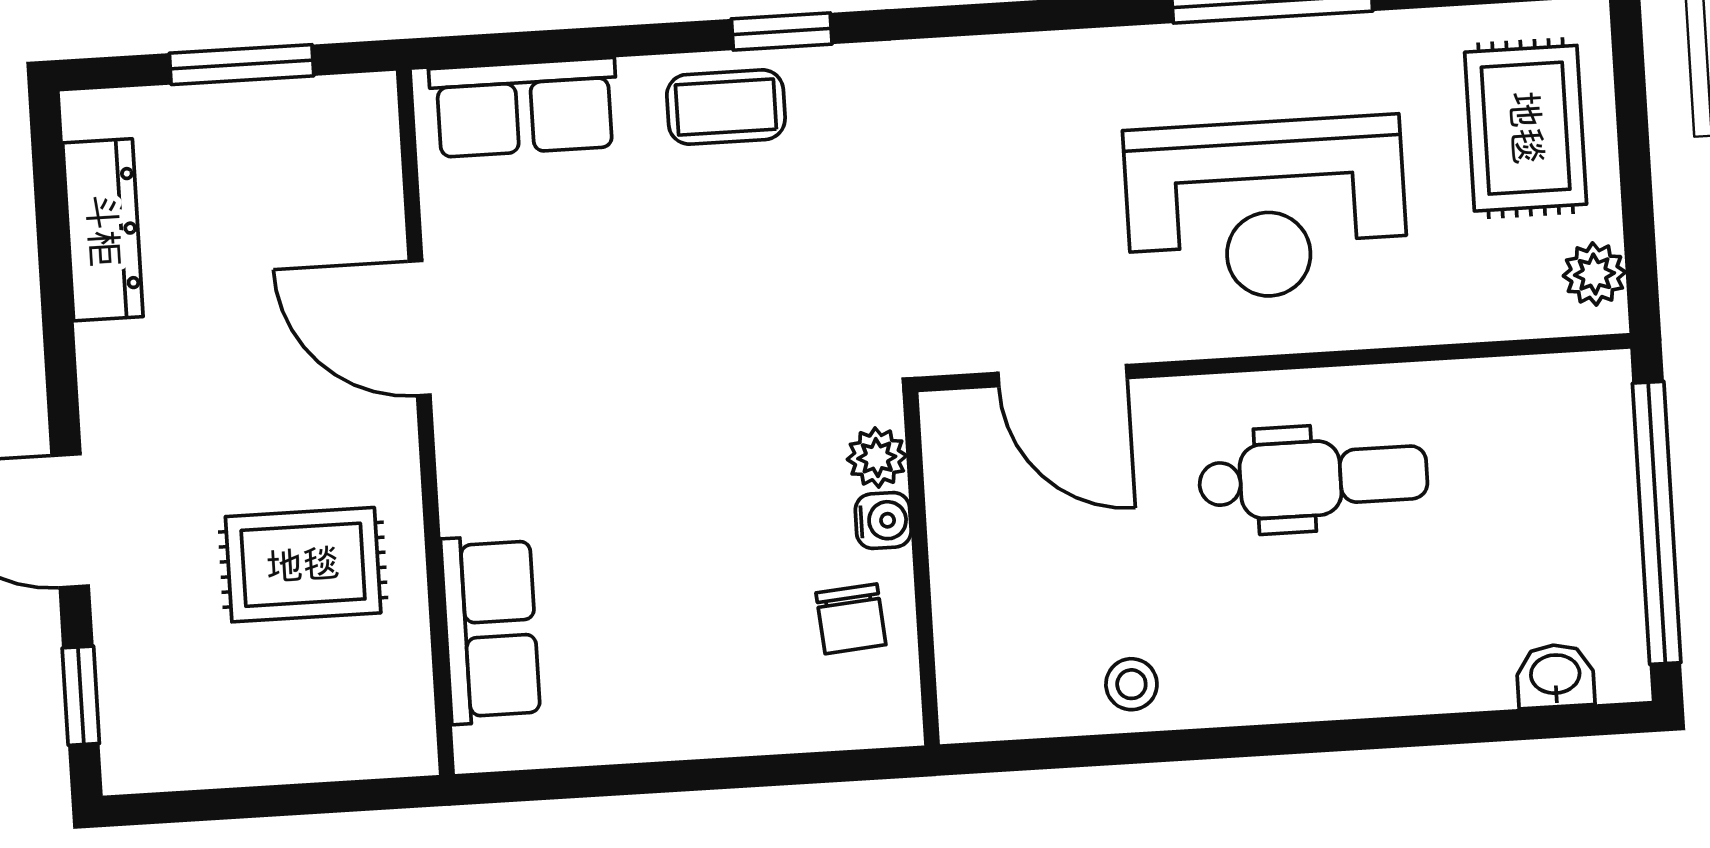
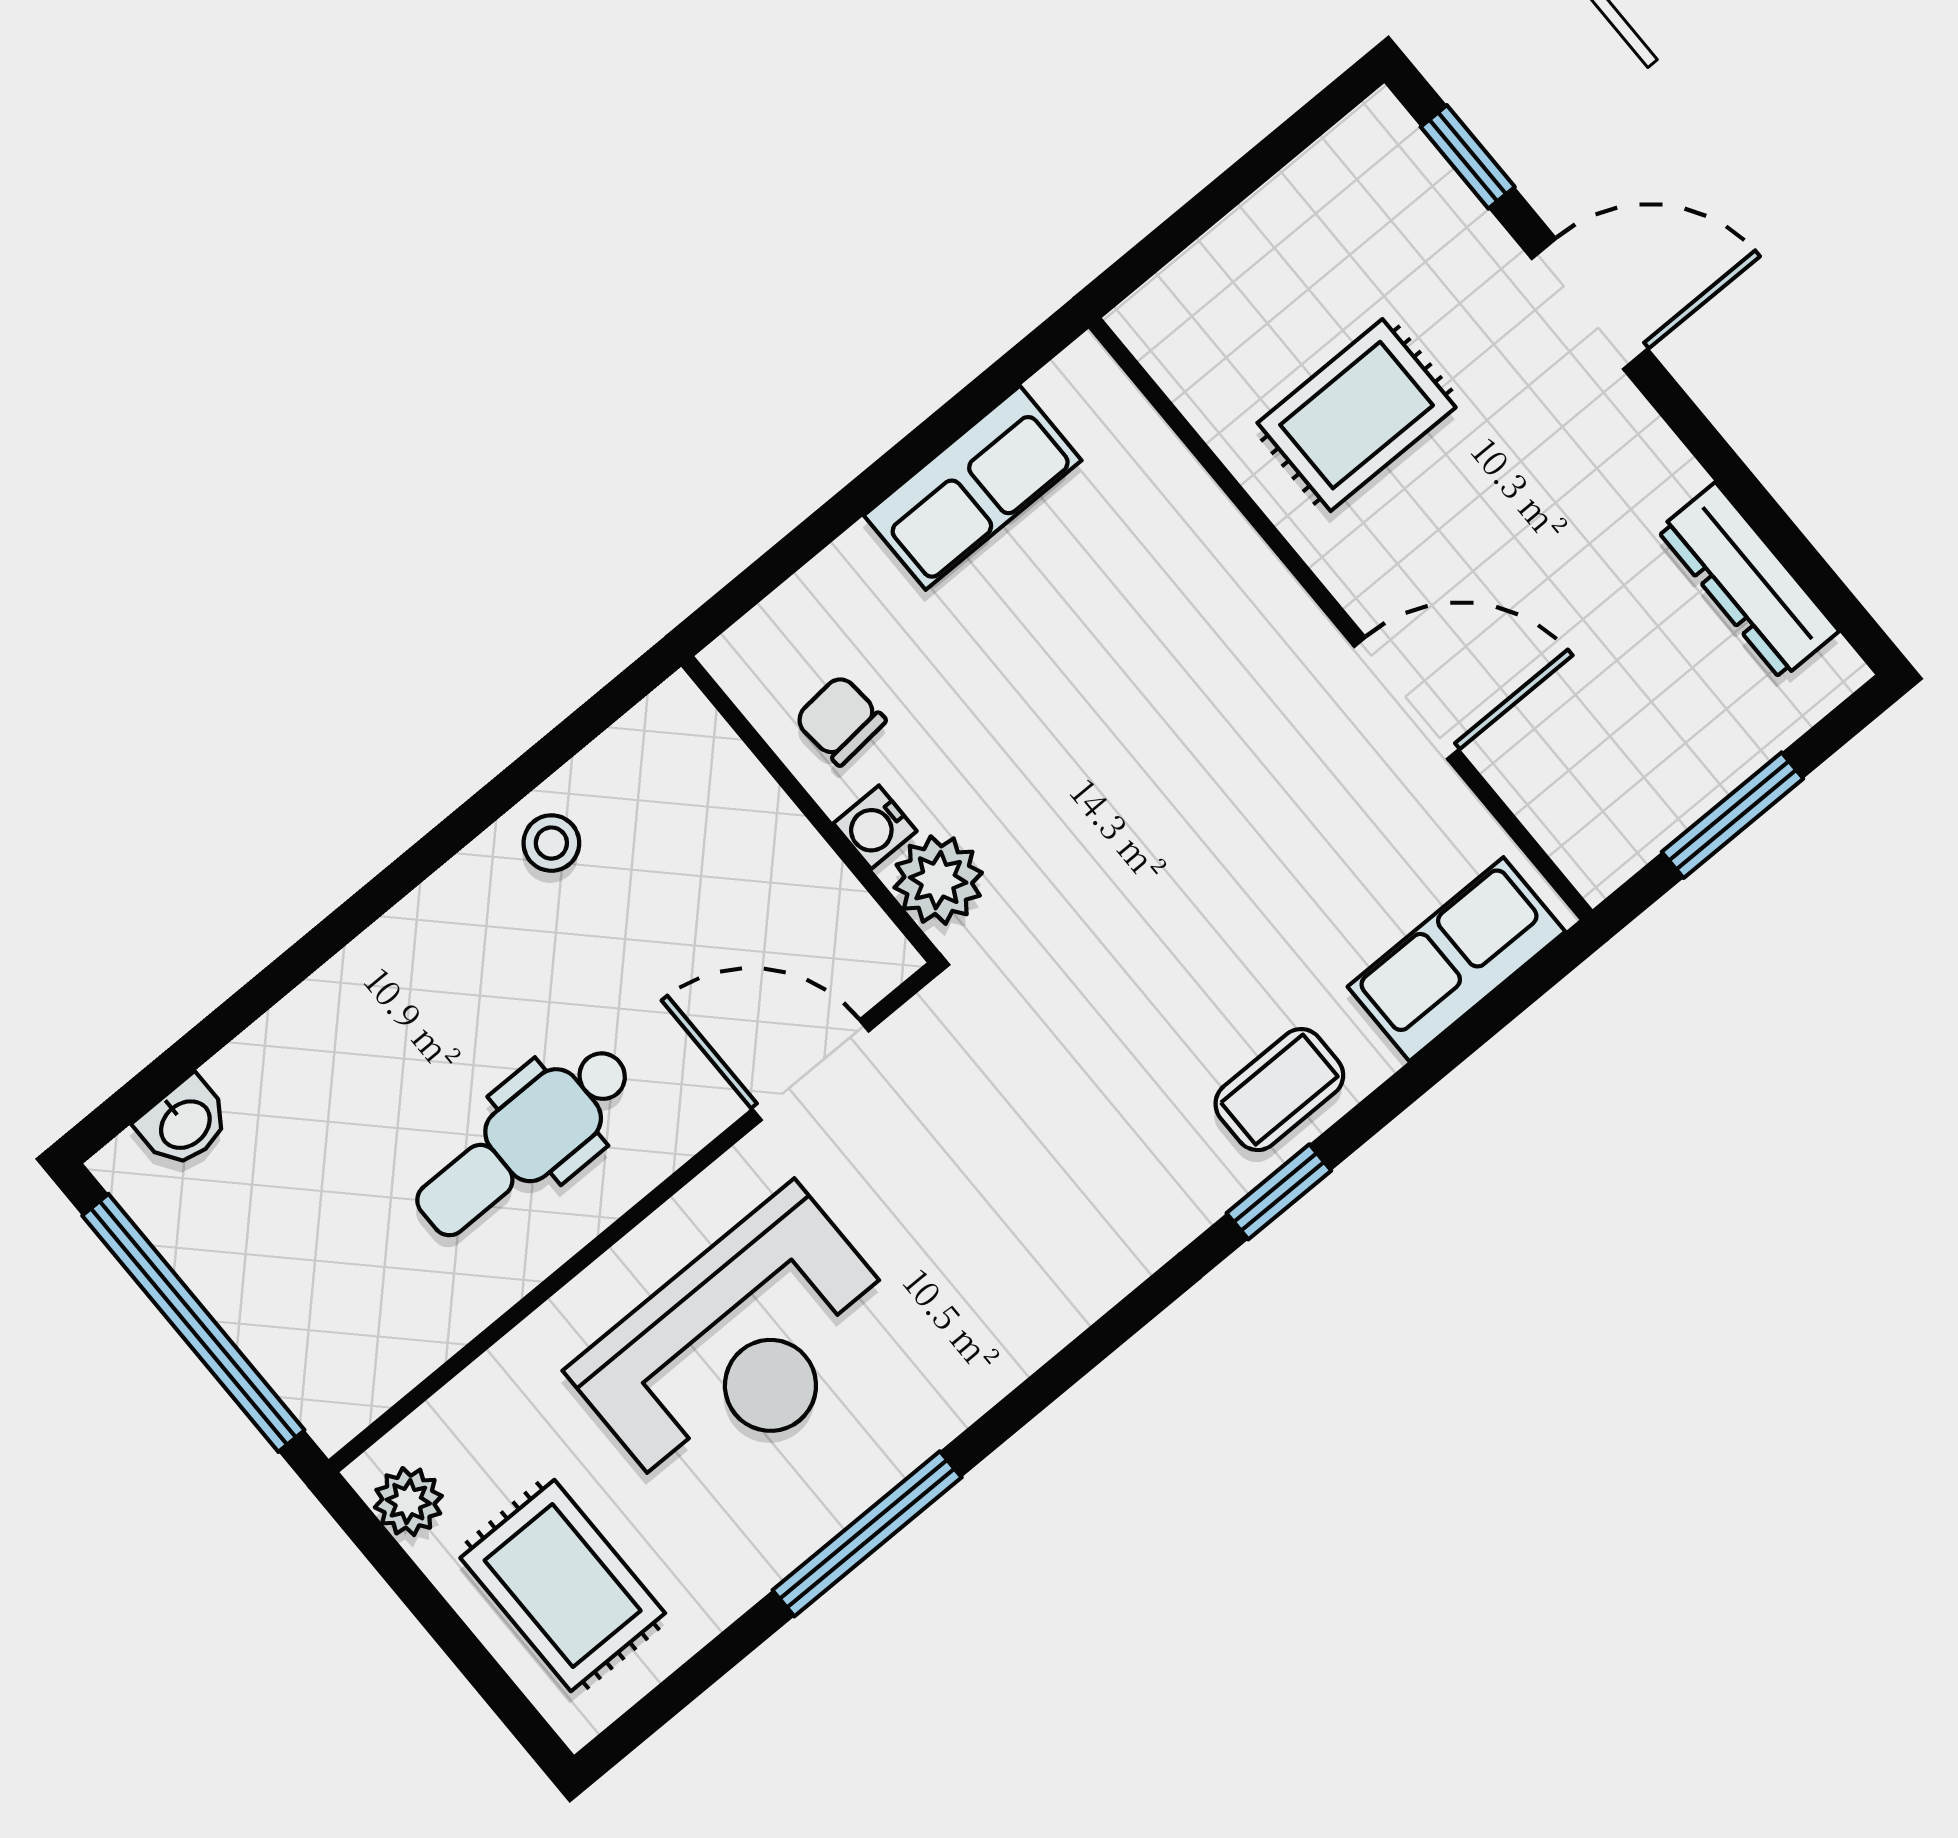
reception desk: (1266, 209) -> (739, 1347), turned 180
plant: (877, 458) -> (938, 880), width x1.38, depth x1.38
row of seats: (491, 629) -> (973, 488), moved, turned -90

